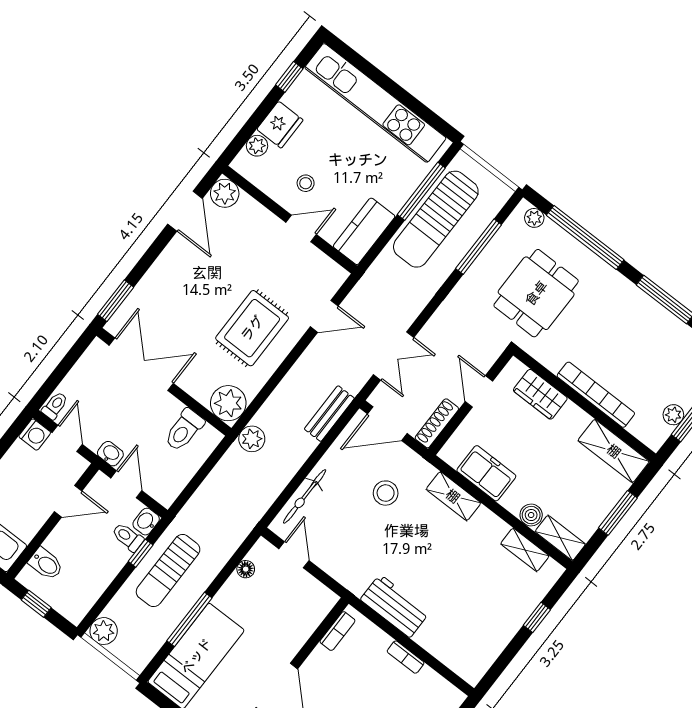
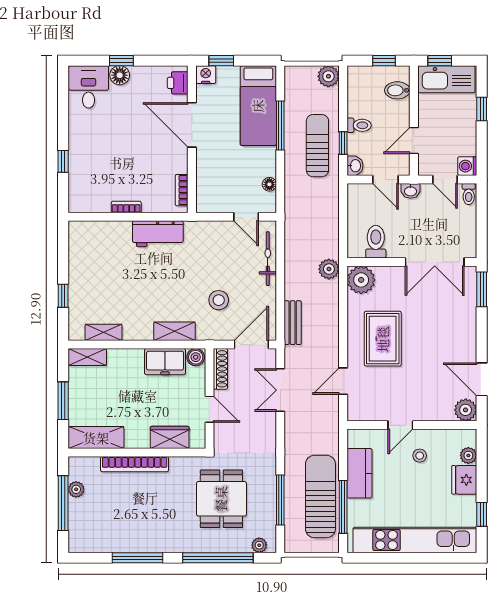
kitchen counter: (364, 231) -> (360, 473), moved
boiler: (531, 515) -> (196, 357), moved
toilet: (128, 537) -> (359, 125), moved

